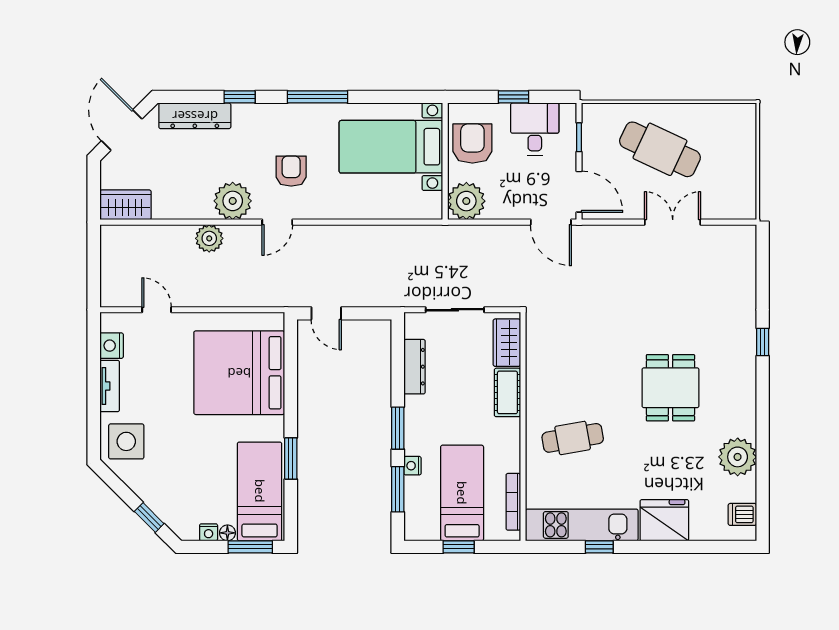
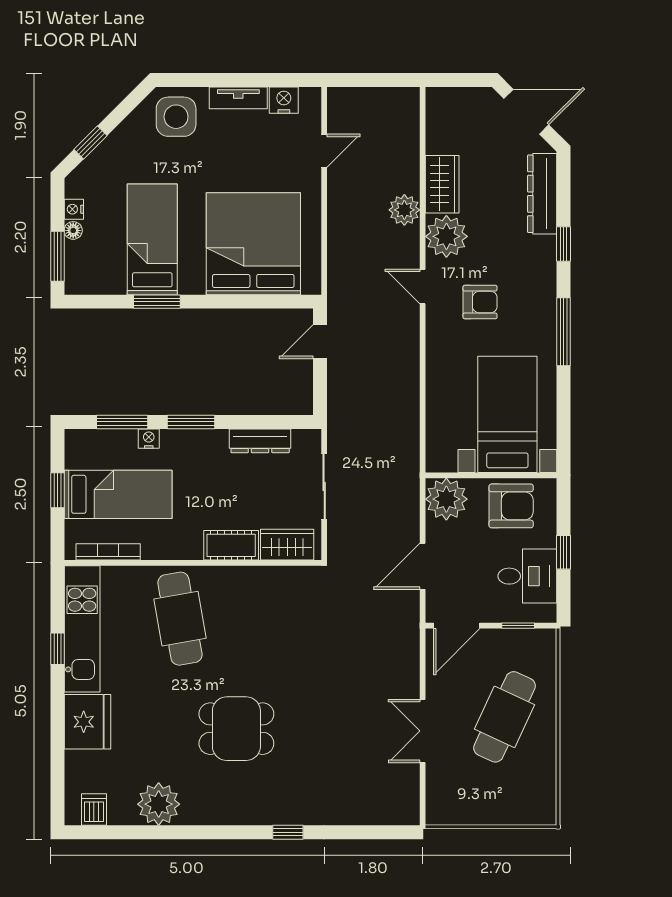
wardrobe: (125, 205) -> (442, 184), moved
door: (551, 222) -> (423, 566), moved
double door: (673, 222) -> (423, 731), swing flipped
cafe table: (573, 438) -> (180, 619), width x1.37, depth x1.35
bed: (260, 491) -> (152, 239), moved, turned -90

